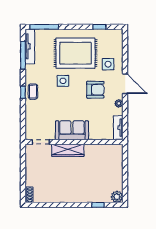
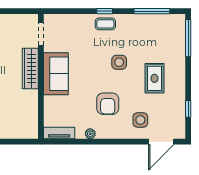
tv unit: (30, 46) -> (163, 20), removed
rug: (76, 53) -> (154, 78), width x0.54, depth x0.49
door: (125, 84) -> (161, 142), moved

